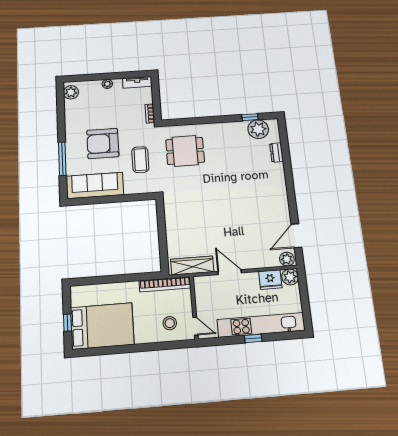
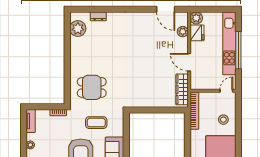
window: (250, 117) -> (67, 34), removed
dining table: (185, 151) -> (92, 87), turned 90
plant: (287, 259) -> (183, 32), moved
door: (230, 272) -> (189, 62), hinge flipped
stool: (170, 323) -> (223, 120), moved
window: (253, 338) -> (238, 50), width x3.17

